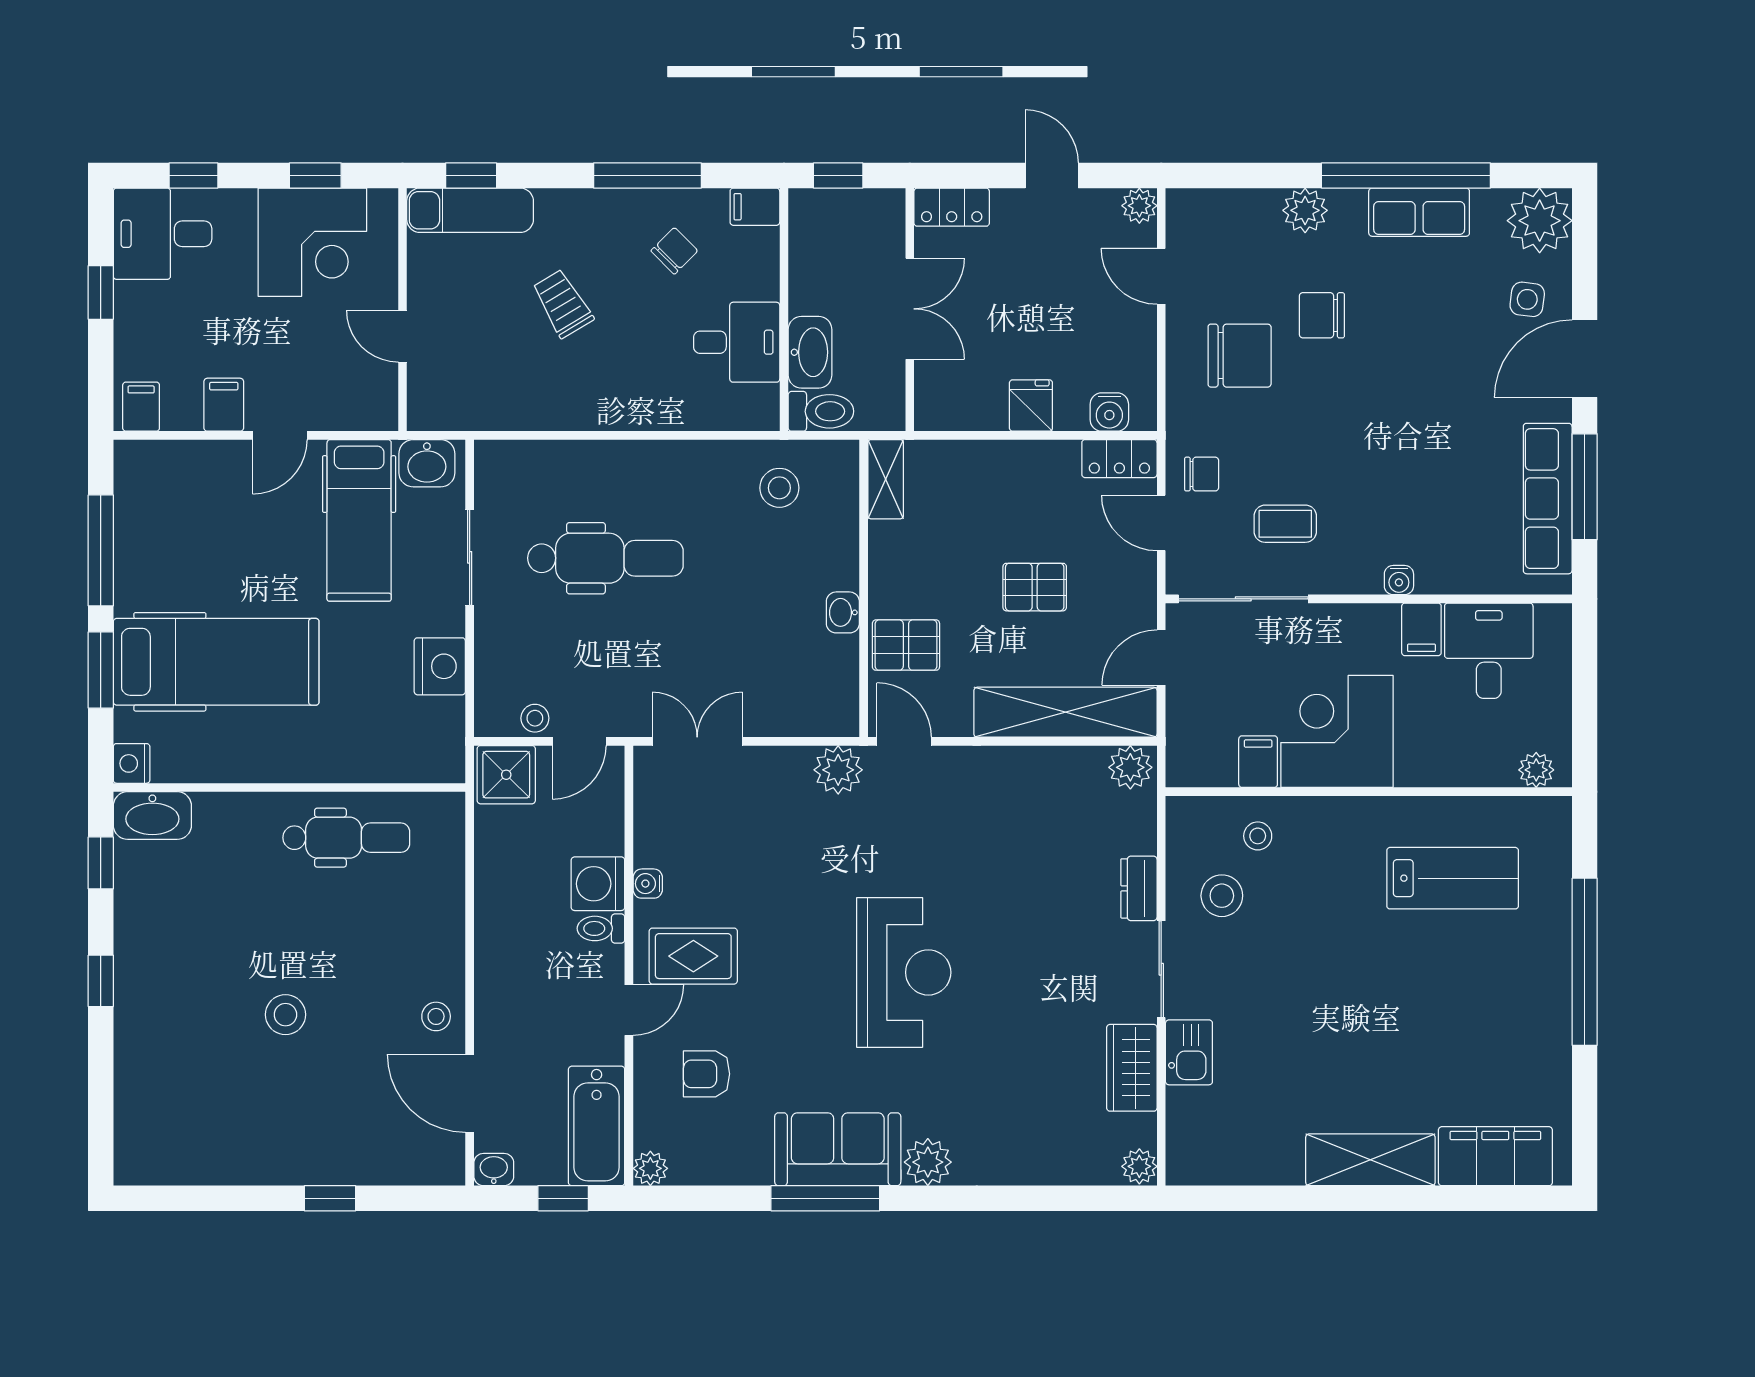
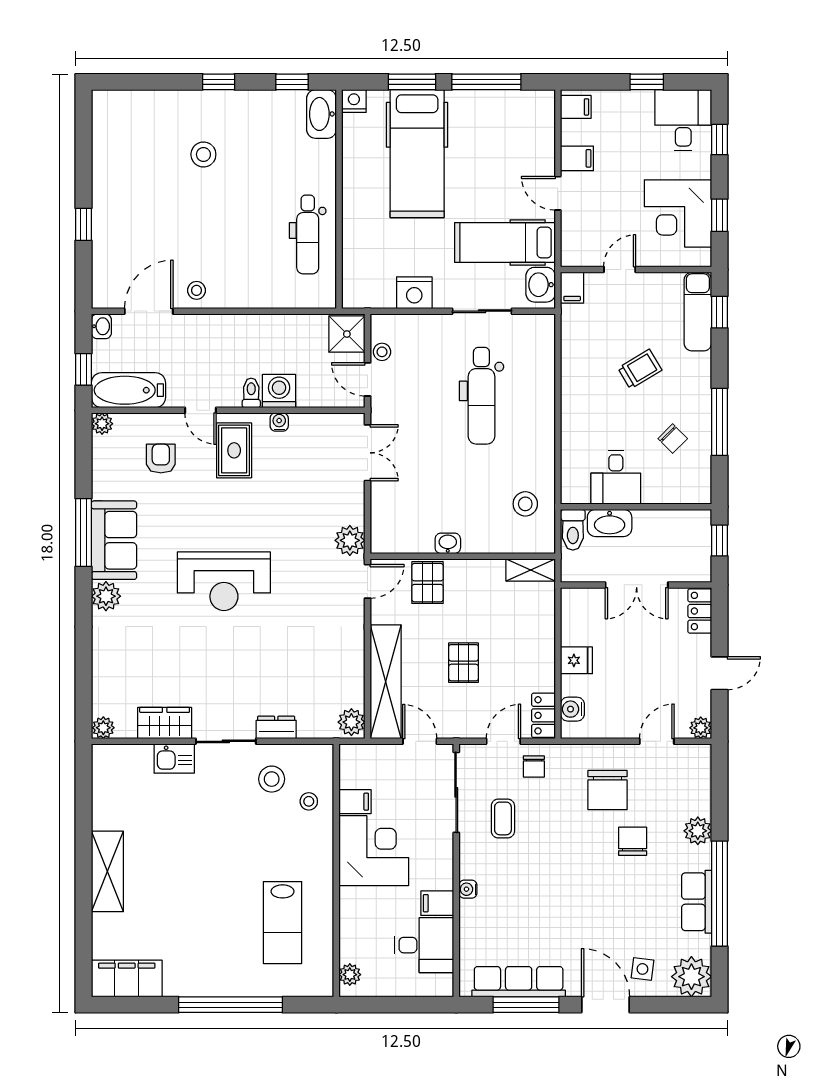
filing cabinet: (755, 207) -> (572, 288), moved, turned 180
stool: (285, 1015) -> (203, 154), moved
filing cabinet: (1495, 1156) -> (127, 978), moved, turned -90

